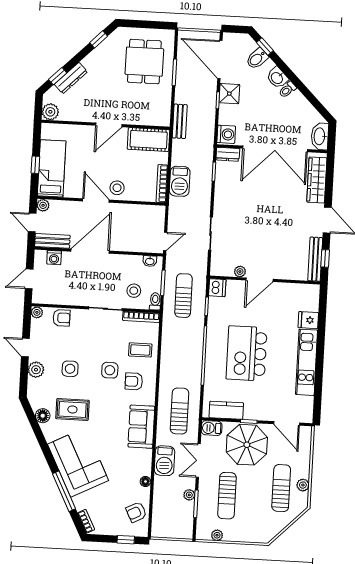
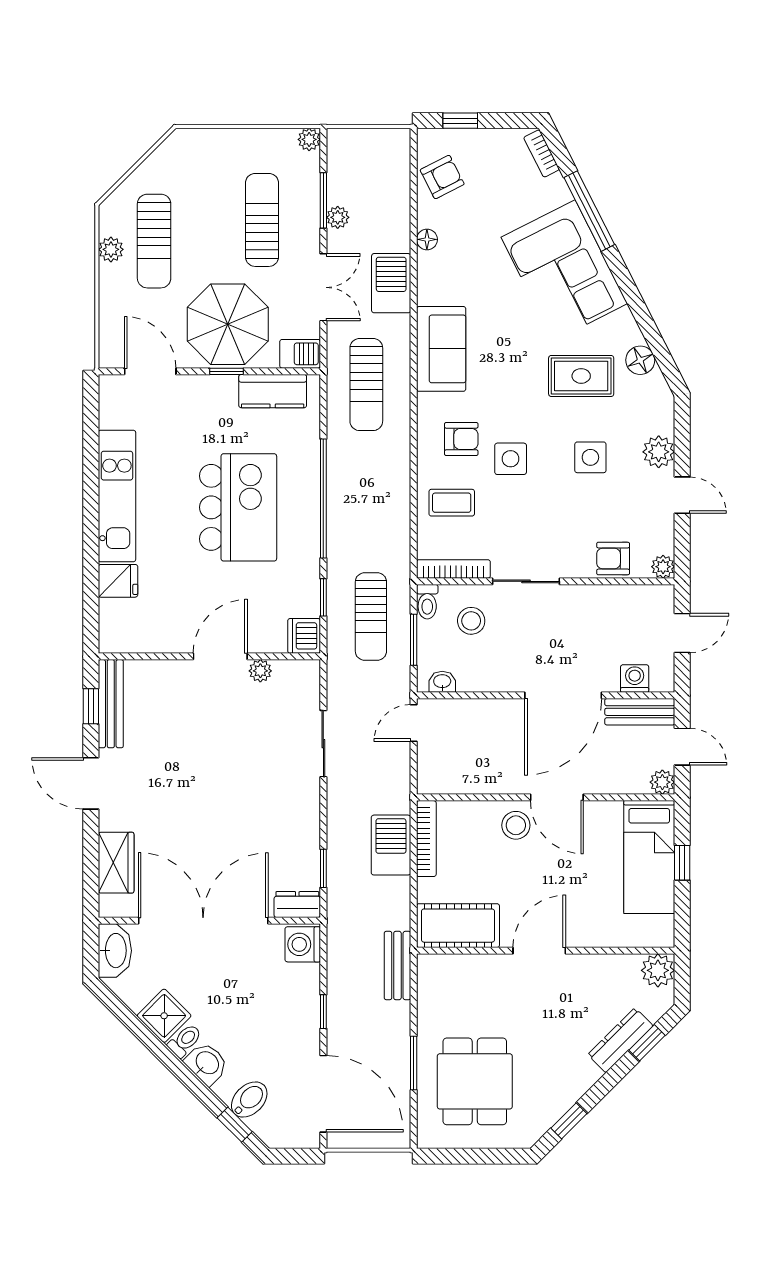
shower: (229, 94) -> (164, 1016), moved, turned 45
wardrobe: (317, 180) -> (116, 863), width x0.67
plant: (217, 535) -> (309, 139), moved

